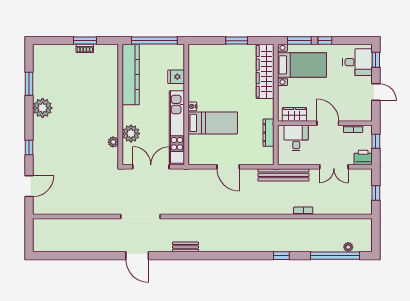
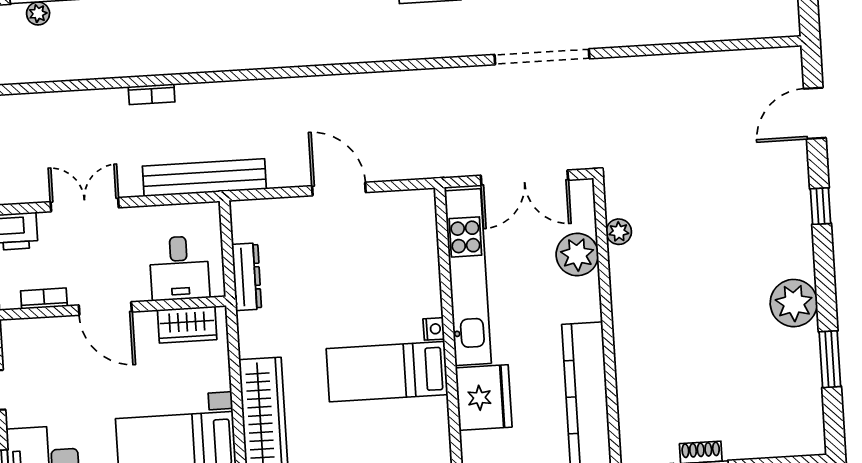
fridge: (176, 77) -> (484, 398), width x1.88, depth x1.34
bed: (213, 123) -> (387, 372), moved

